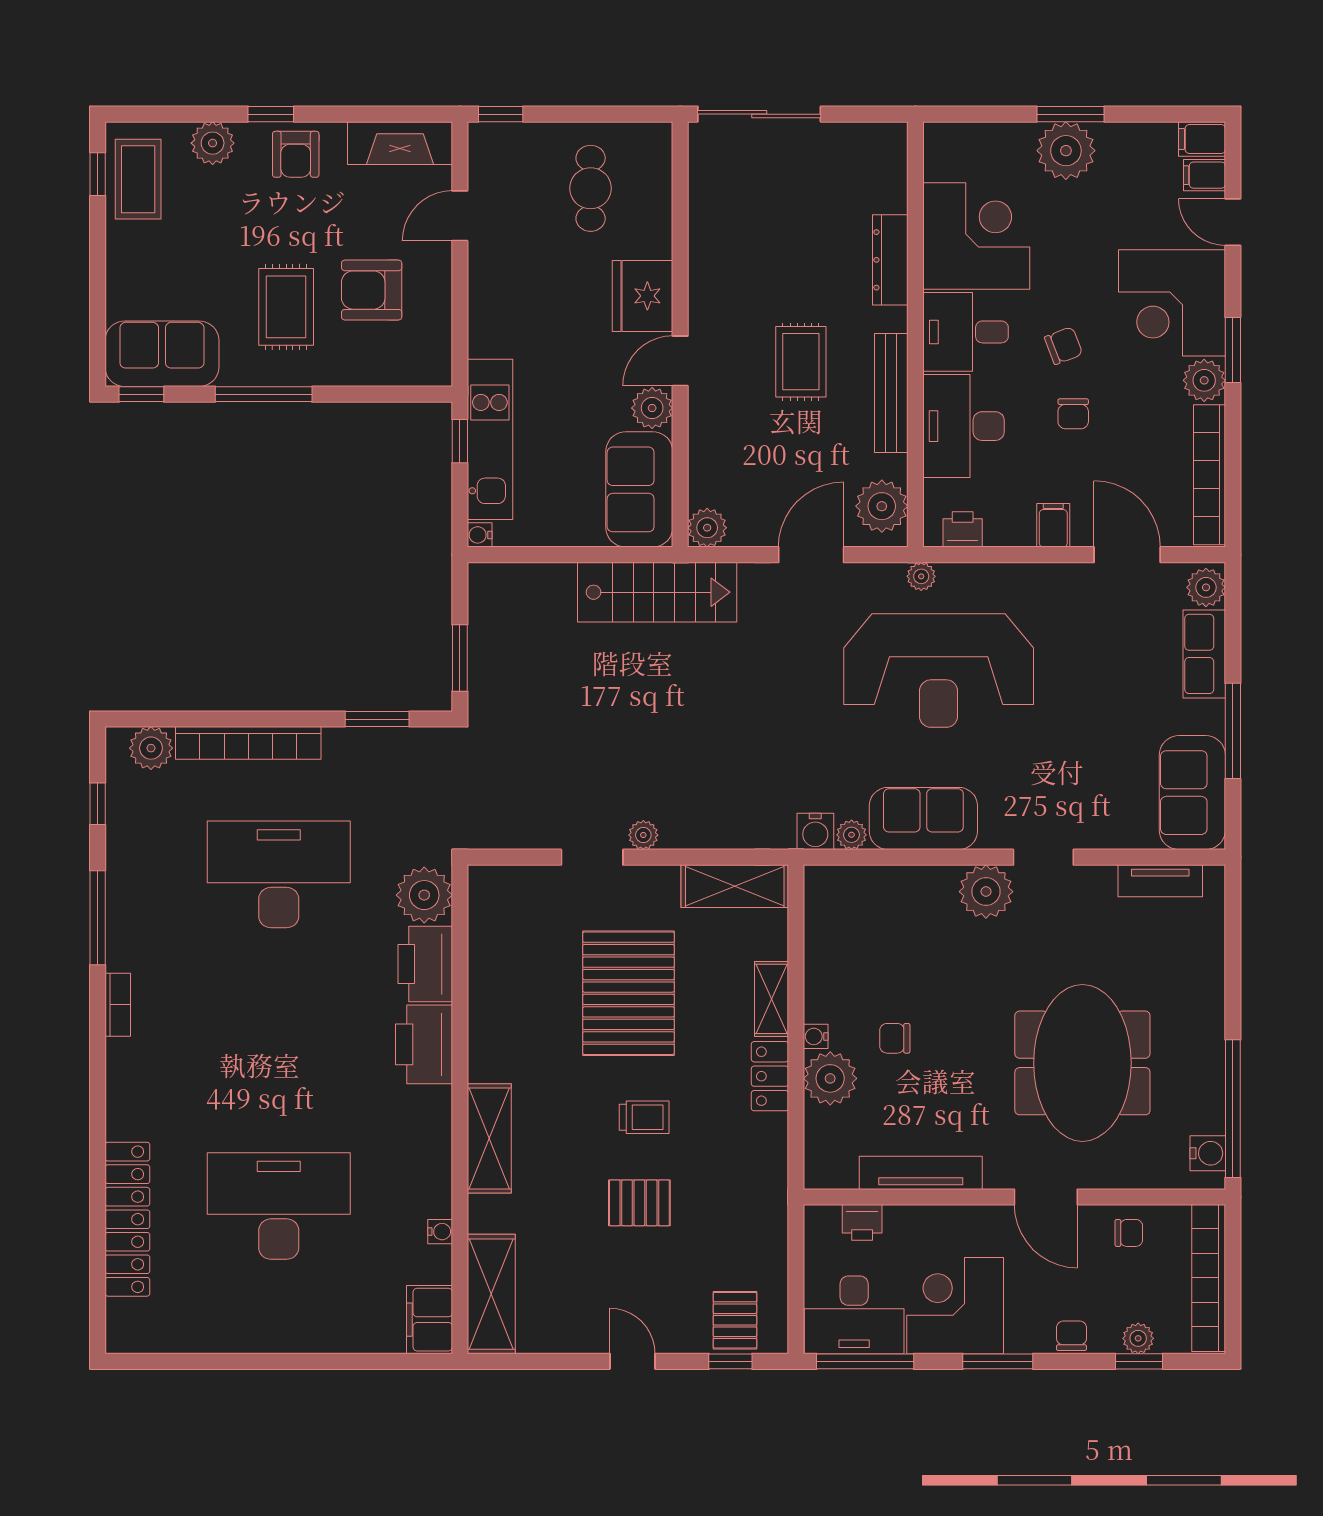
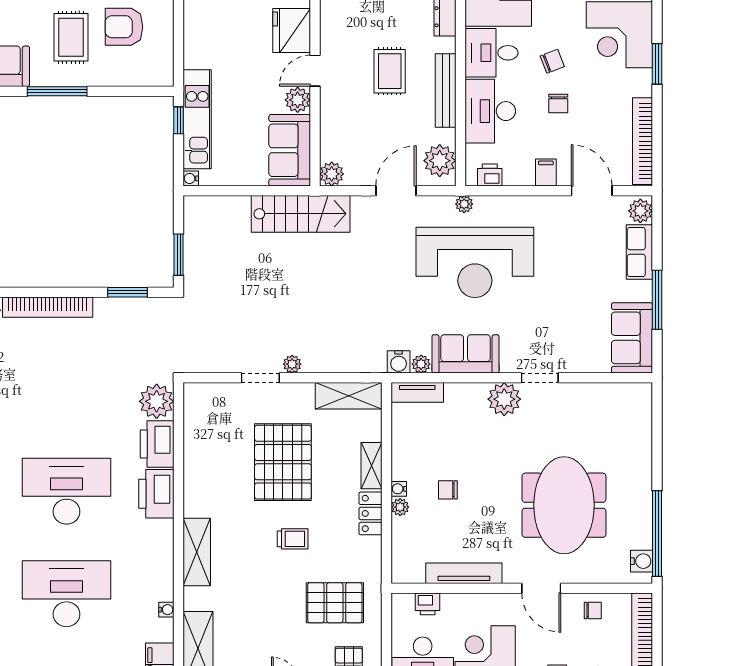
plant: (1204, 380) -> (639, 83), removed
desk: (279, 874) -> (66, 491), moved
tv unit: (1160, 881) -> (417, 392), moved
plant: (830, 1078) -> (400, 507), width x0.53, depth x0.53
pallet: (639, 1203) -> (335, 603), moved, width x1.50, depth x1.42

